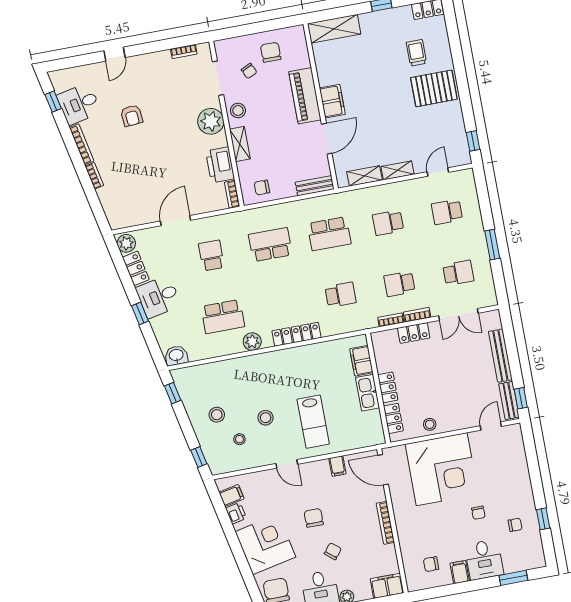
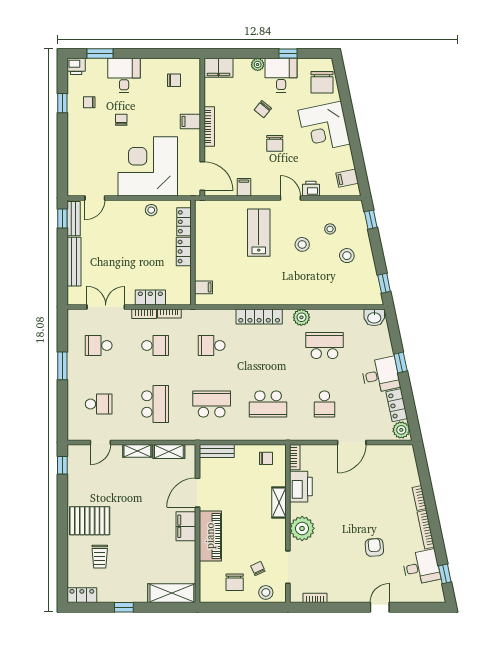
stool: (238, 110) -> (266, 592), moved
school desk: (388, 223) -> (155, 404), width x1.85
filing cabinet: (361, 361) -> (204, 287), width x0.50
kitchen sink: (368, 393) -> (203, 250), removed
printer: (236, 513) -> (311, 189), moved, turned 102
printer: (536, 560) -> (76, 66), added
filing cabinet: (460, 572) -> (190, 121), moved, turned 90

